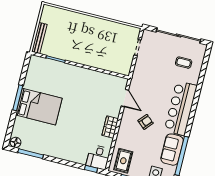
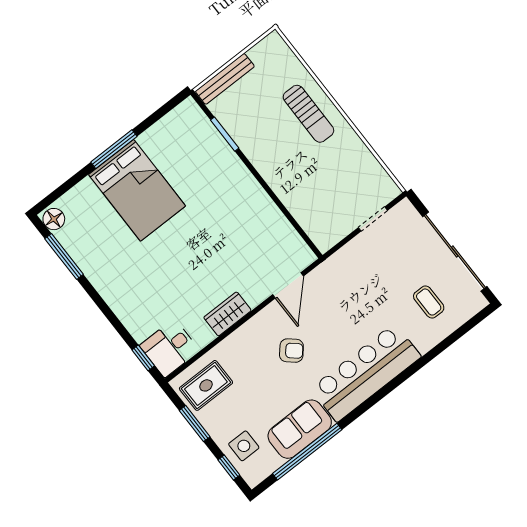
sun lounger: (82, 26) -> (308, 114), added

